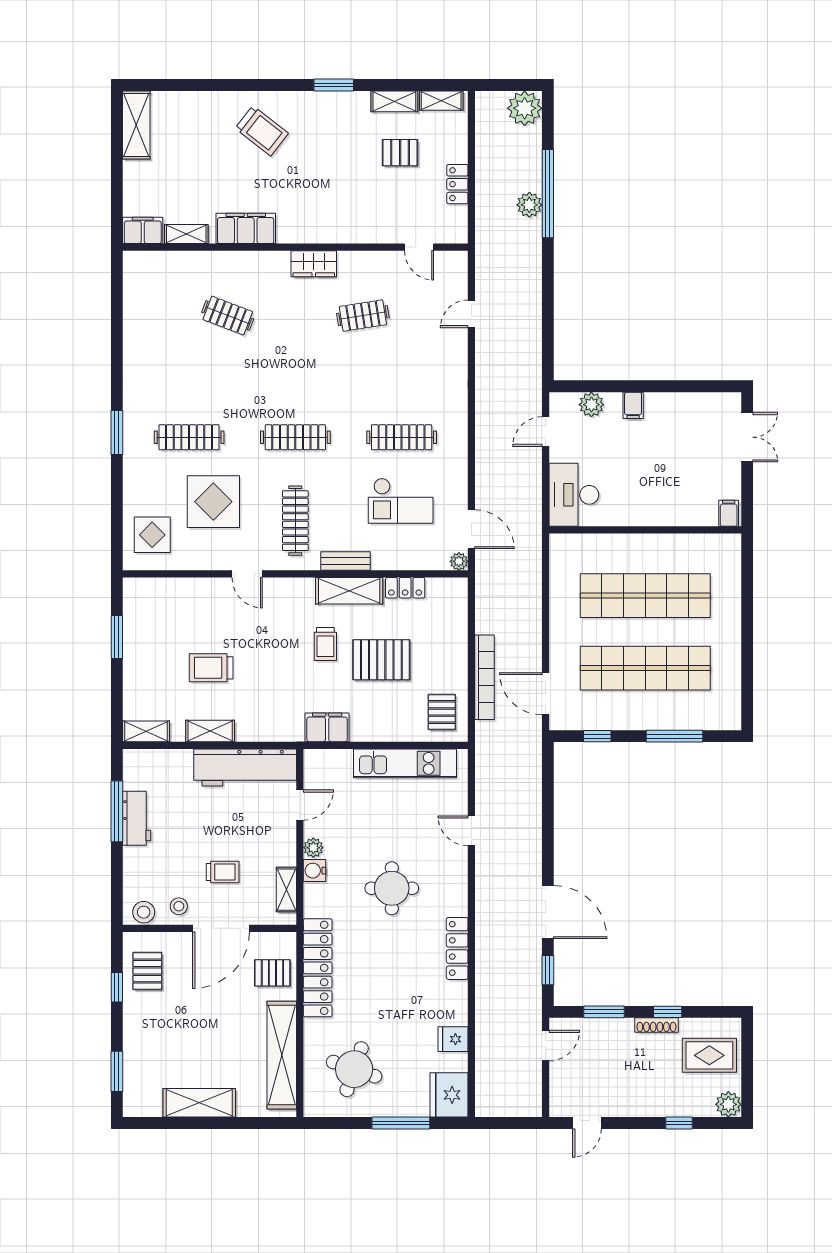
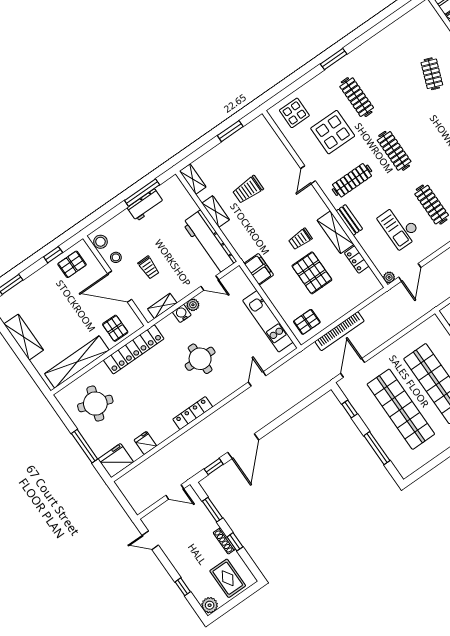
trolley: (211, 668) -> (248, 190), turned -90

